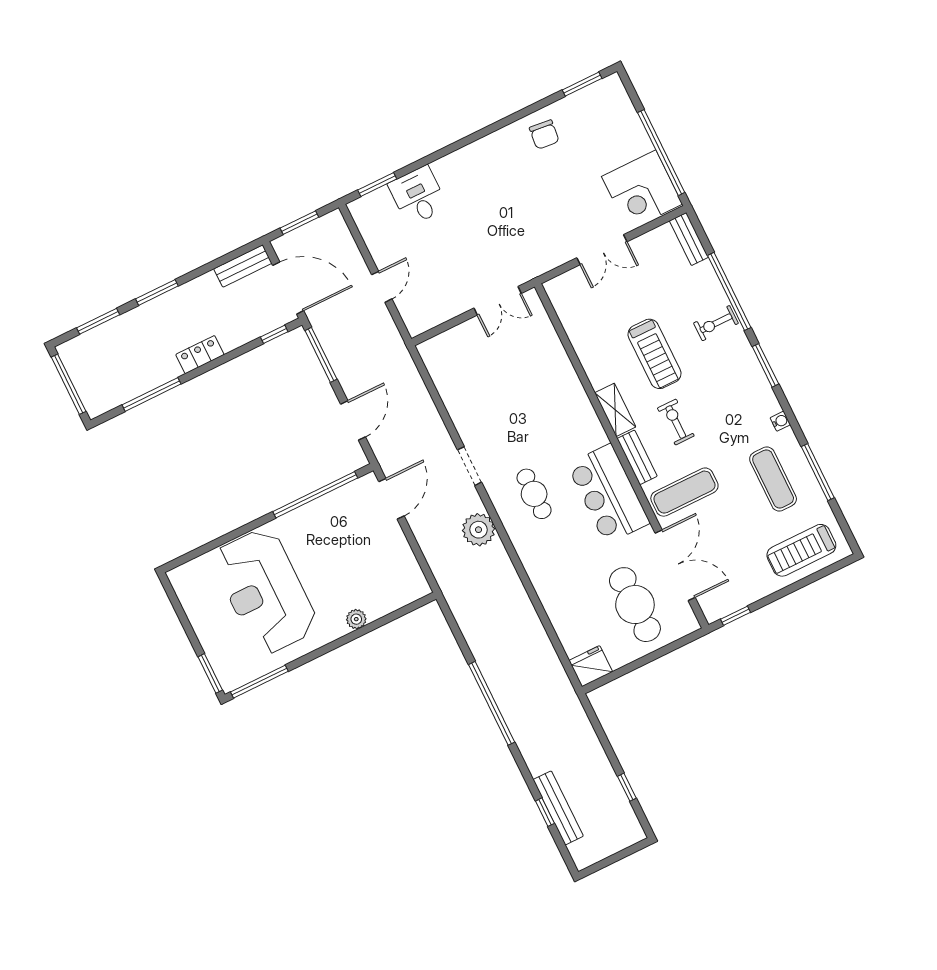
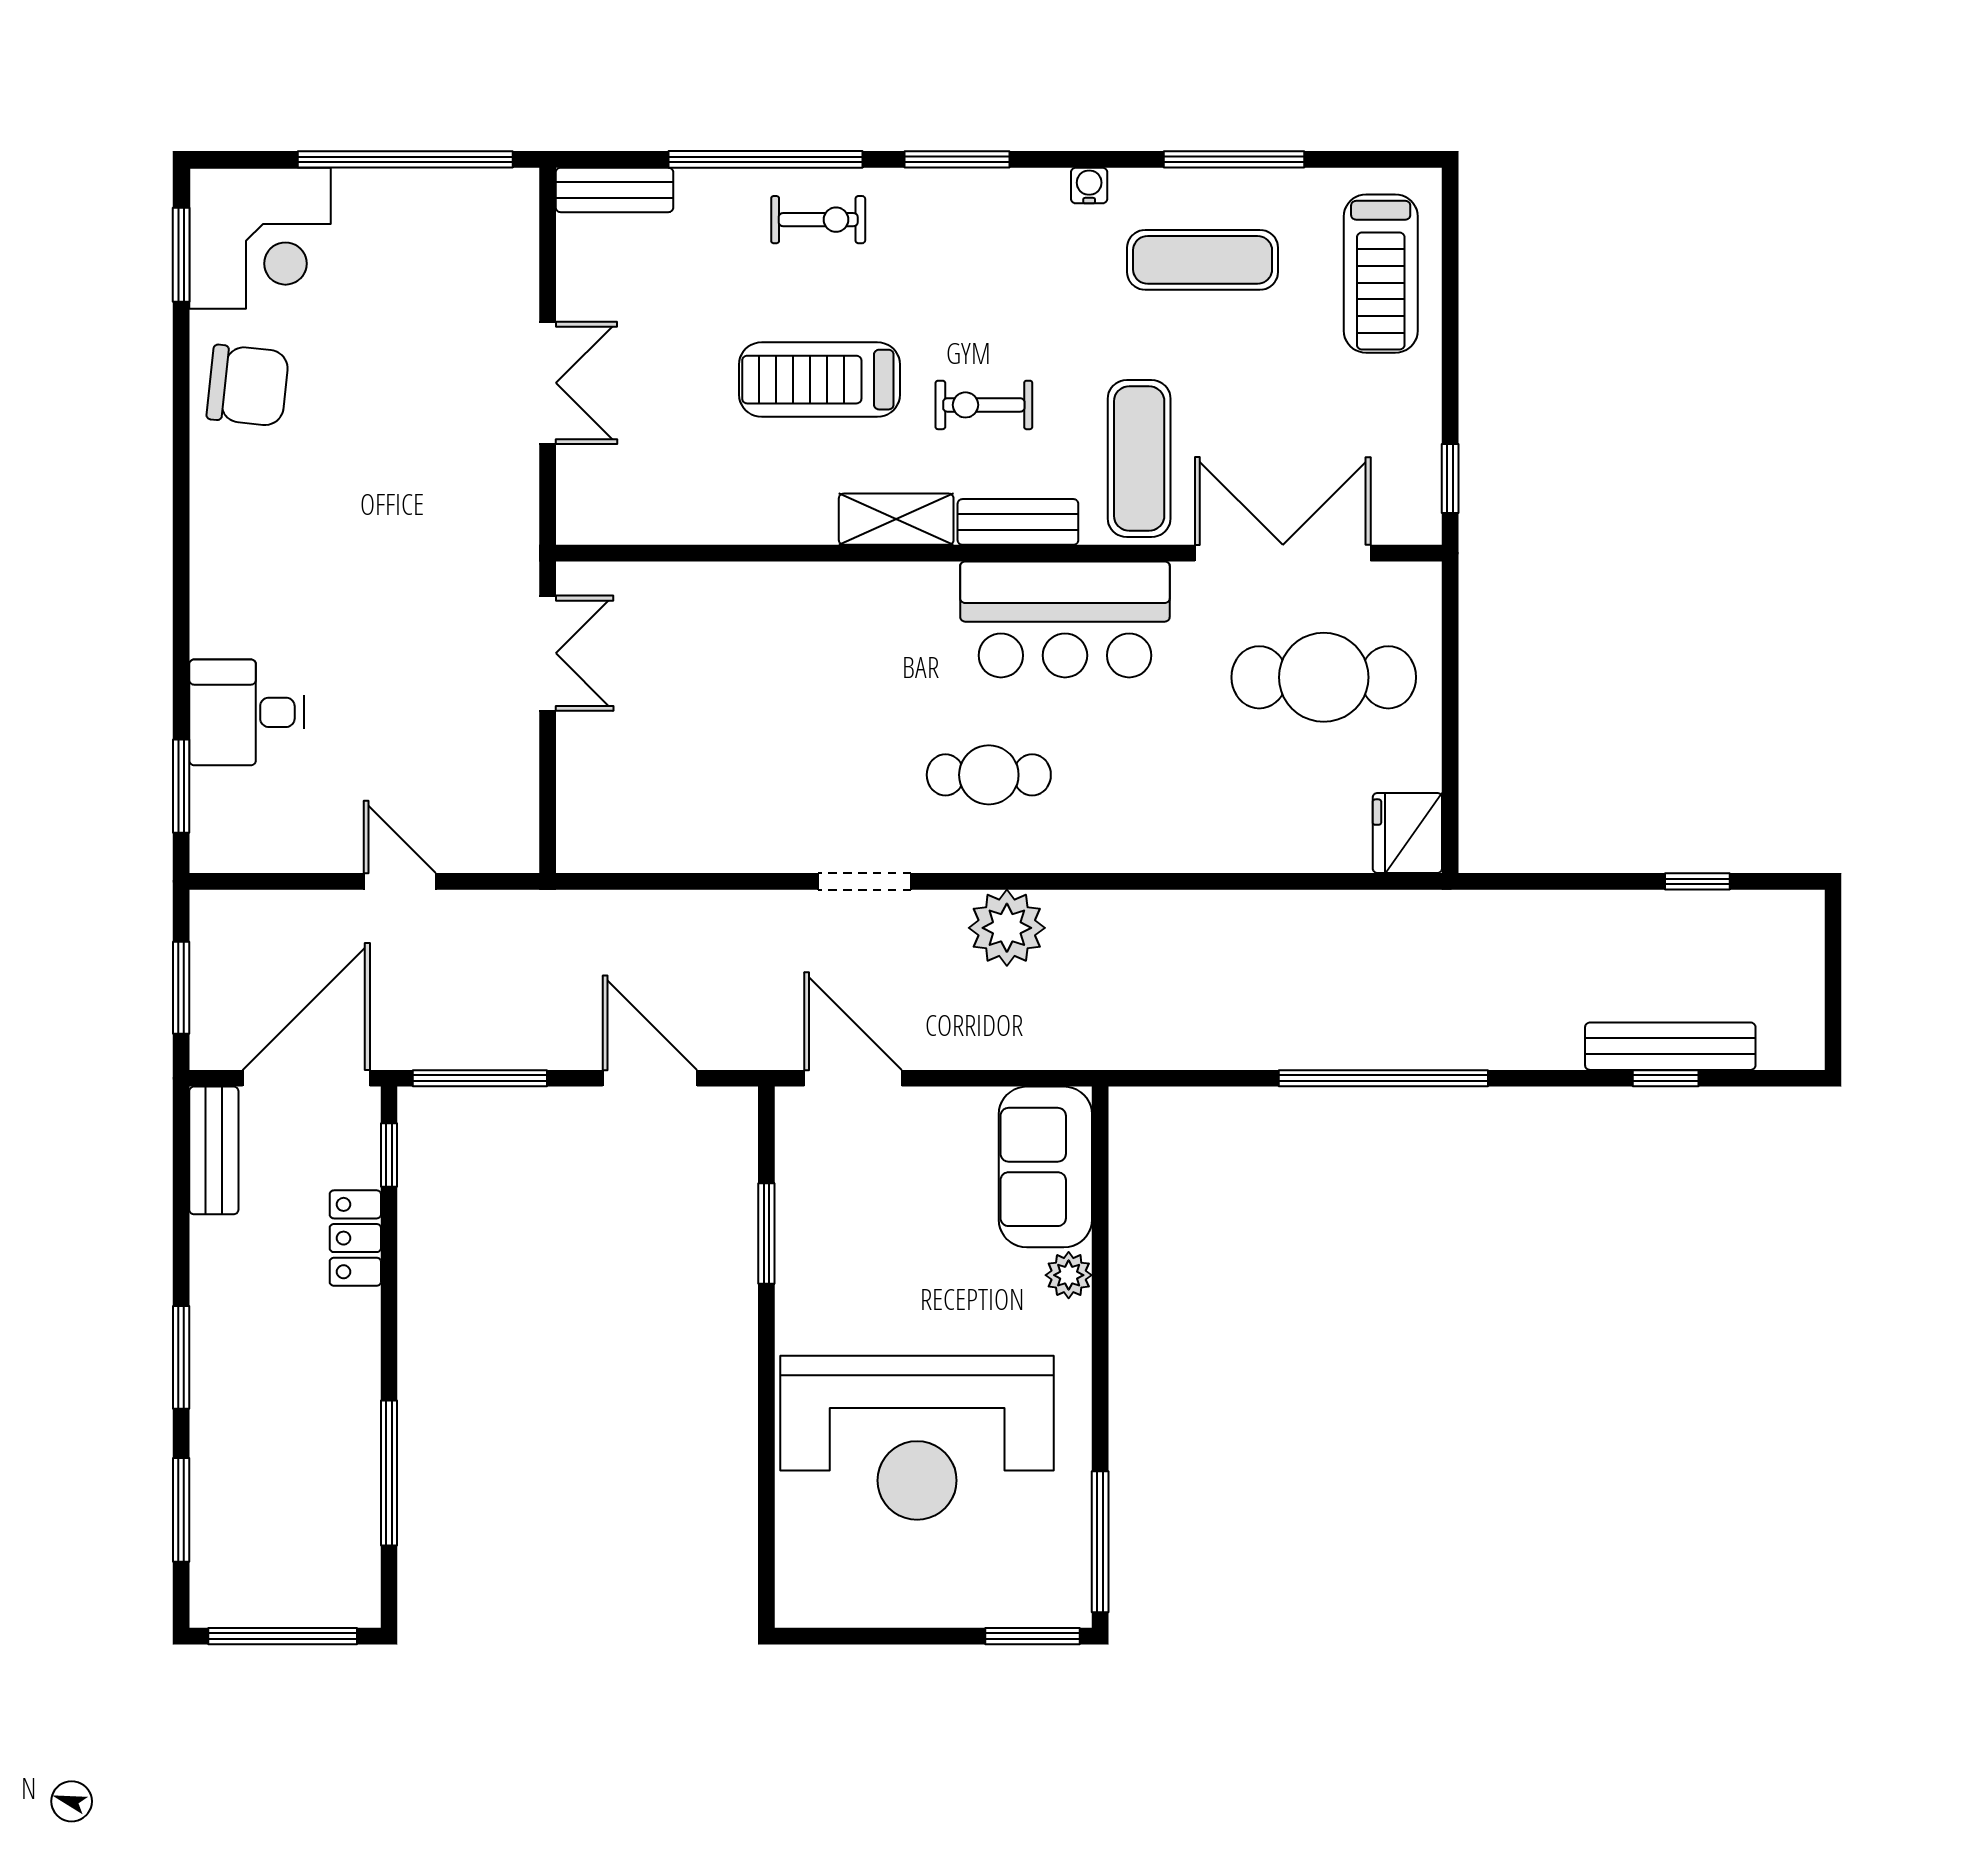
chair: (544, 135) -> (248, 385), width x1.37, depth x1.37
corner desk: (642, 190) -> (260, 238), moved
exercise bike: (716, 323) -> (818, 220), turned -90
treadmill: (655, 354) -> (819, 380), turned 180
locker: (200, 355) -> (355, 1238), moved
window: (315, 495) -> (766, 1233), width x0.47
sofa: (394, 590) -> (1045, 1167), added

